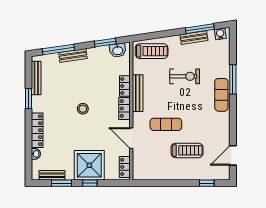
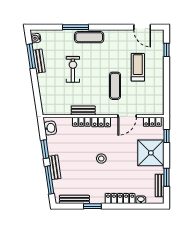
window: (105, 43) -> (45, 149), moved
treadmill: (152, 51) -> (51, 98), removed
bench: (138, 93) -> (83, 111), width x0.73
window: (90, 183) -> (166, 136), moved

